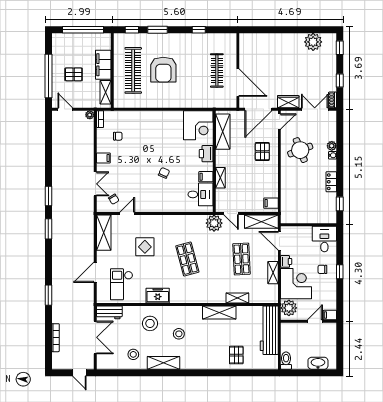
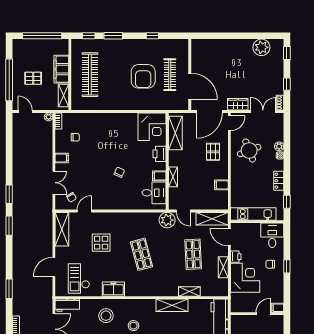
armchair: (163, 70) -> (143, 76), moved
filing cabinet: (271, 203) -> (221, 185), moved
kitchen unit: (304, 217) -> (253, 214), added
plant: (289, 308) -> (238, 301), removed

